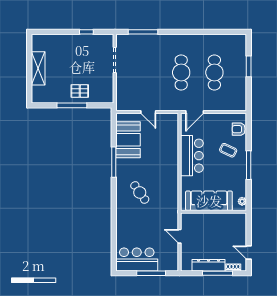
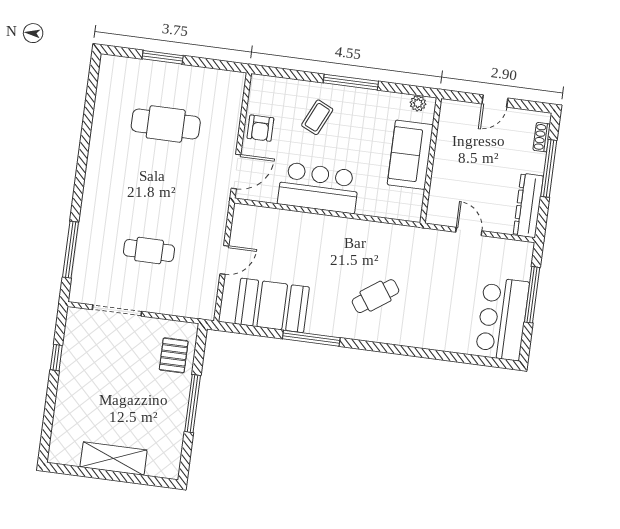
cafe table: (181, 72) -> (149, 250), moved, width x0.73, depth x0.74
pallet: (80, 91) -> (174, 355), moved
door: (195, 112) -> (236, 172), hinge flipped
armchair: (239, 129) -> (260, 128), moved
sofa: (209, 201) -> (410, 155), width x0.73
door: (180, 236) -> (469, 231), swing flipped
door: (249, 252) -> (495, 101), moved
dresser: (209, 265) -> (528, 205), moved

